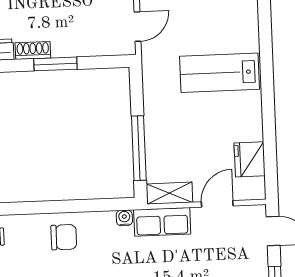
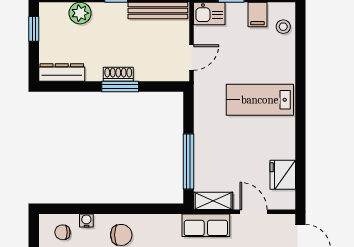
shoe rack: (33, 50) -> (118, 74), moved
door: (217, 204) -> (254, 212), hinge flipped
water cooler: (124, 218) -> (86, 221), moved

